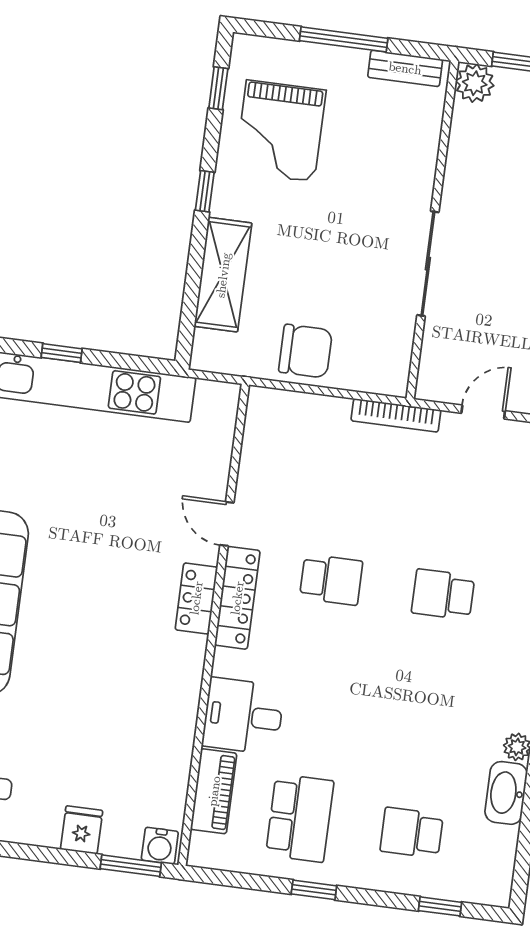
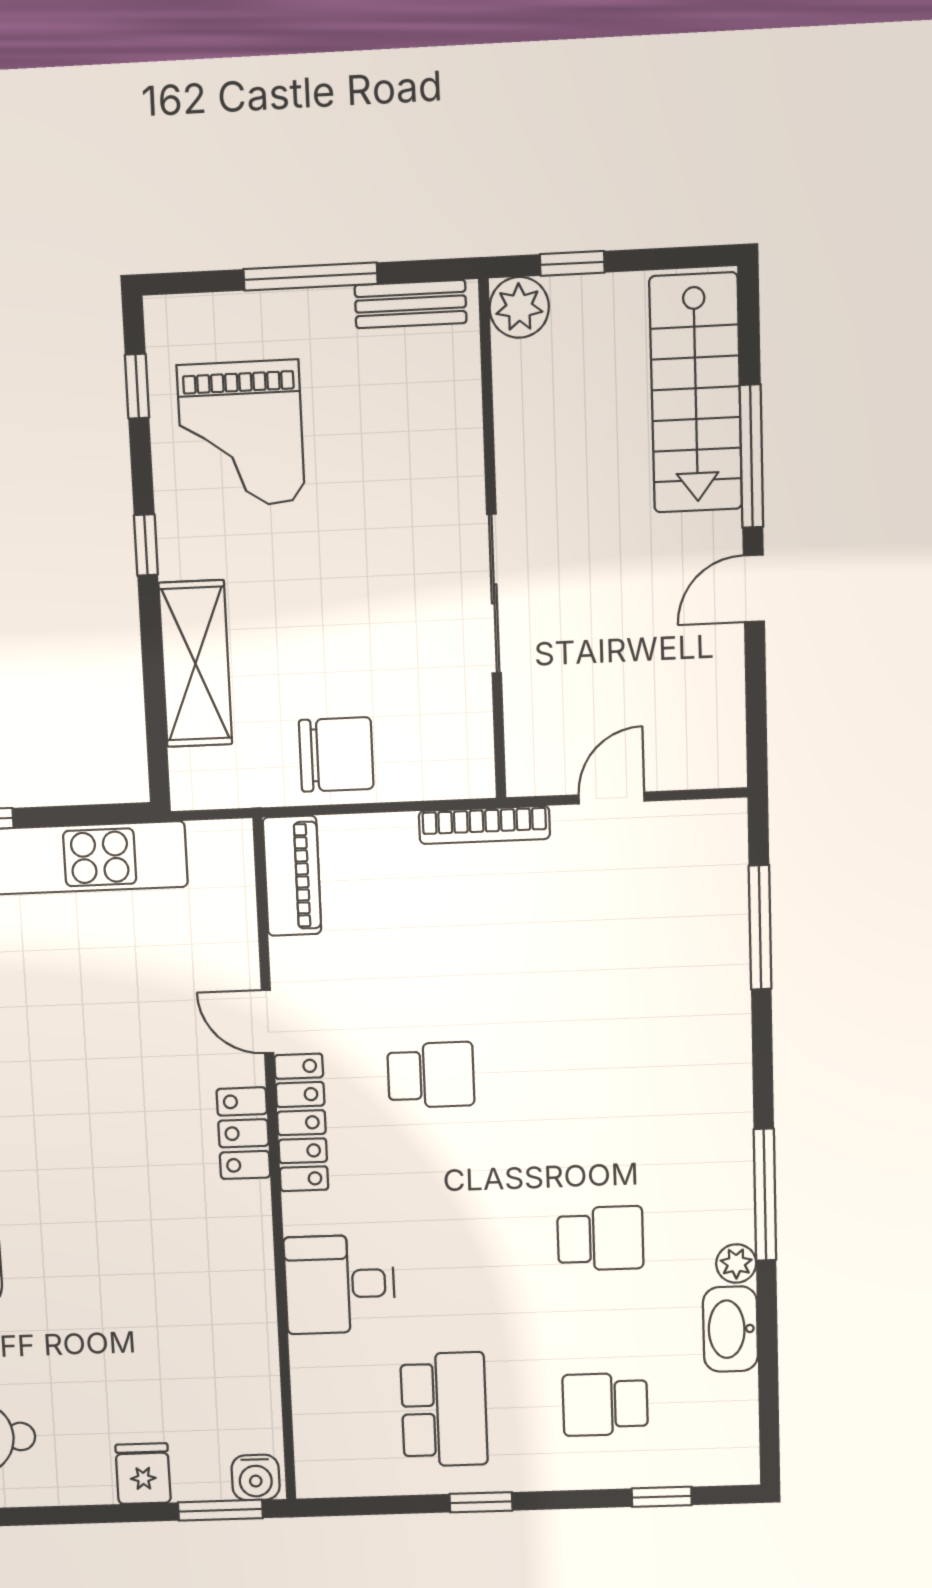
school desk: (443, 594) -> (600, 1238), moved, turned 180
piano: (214, 791) -> (292, 876), moved

